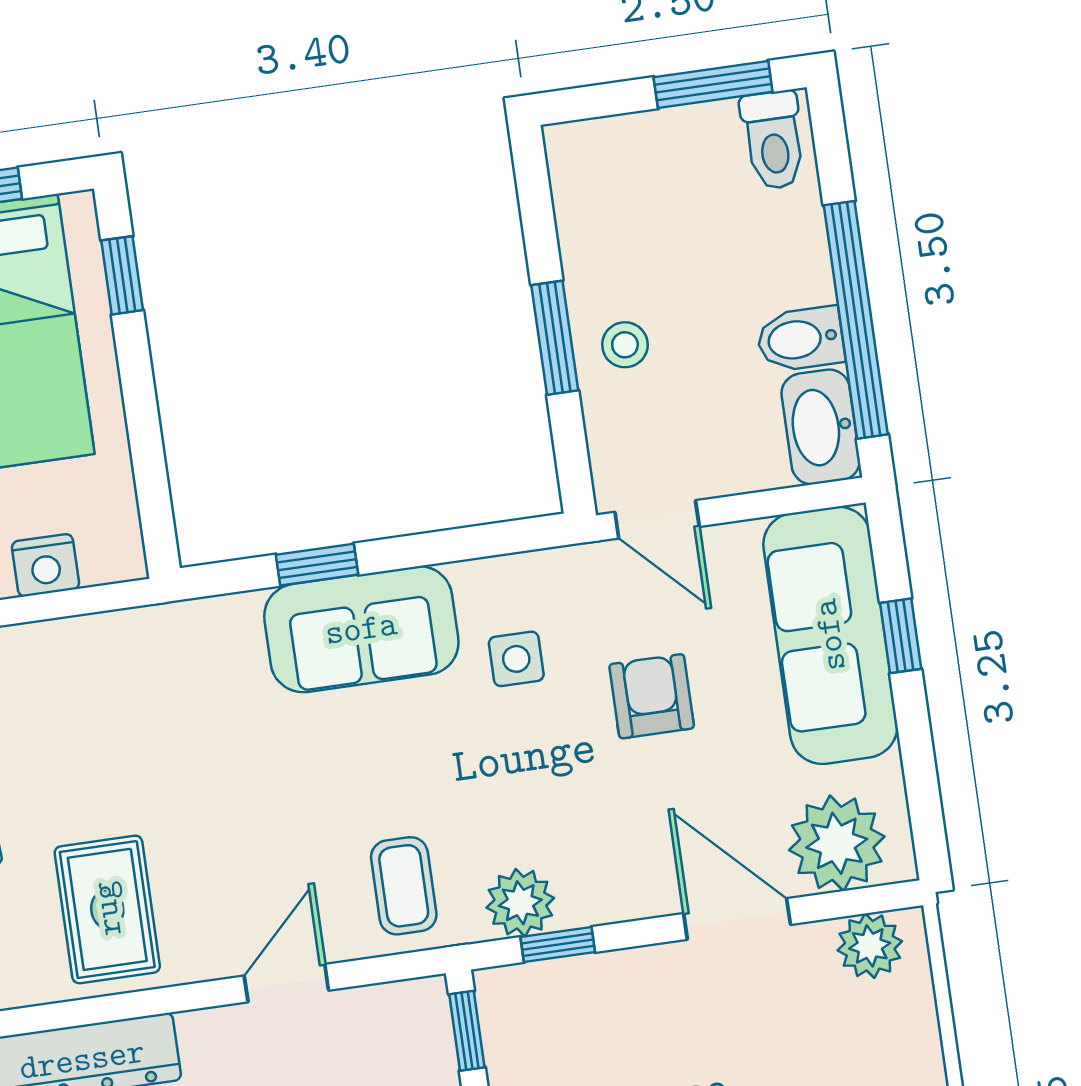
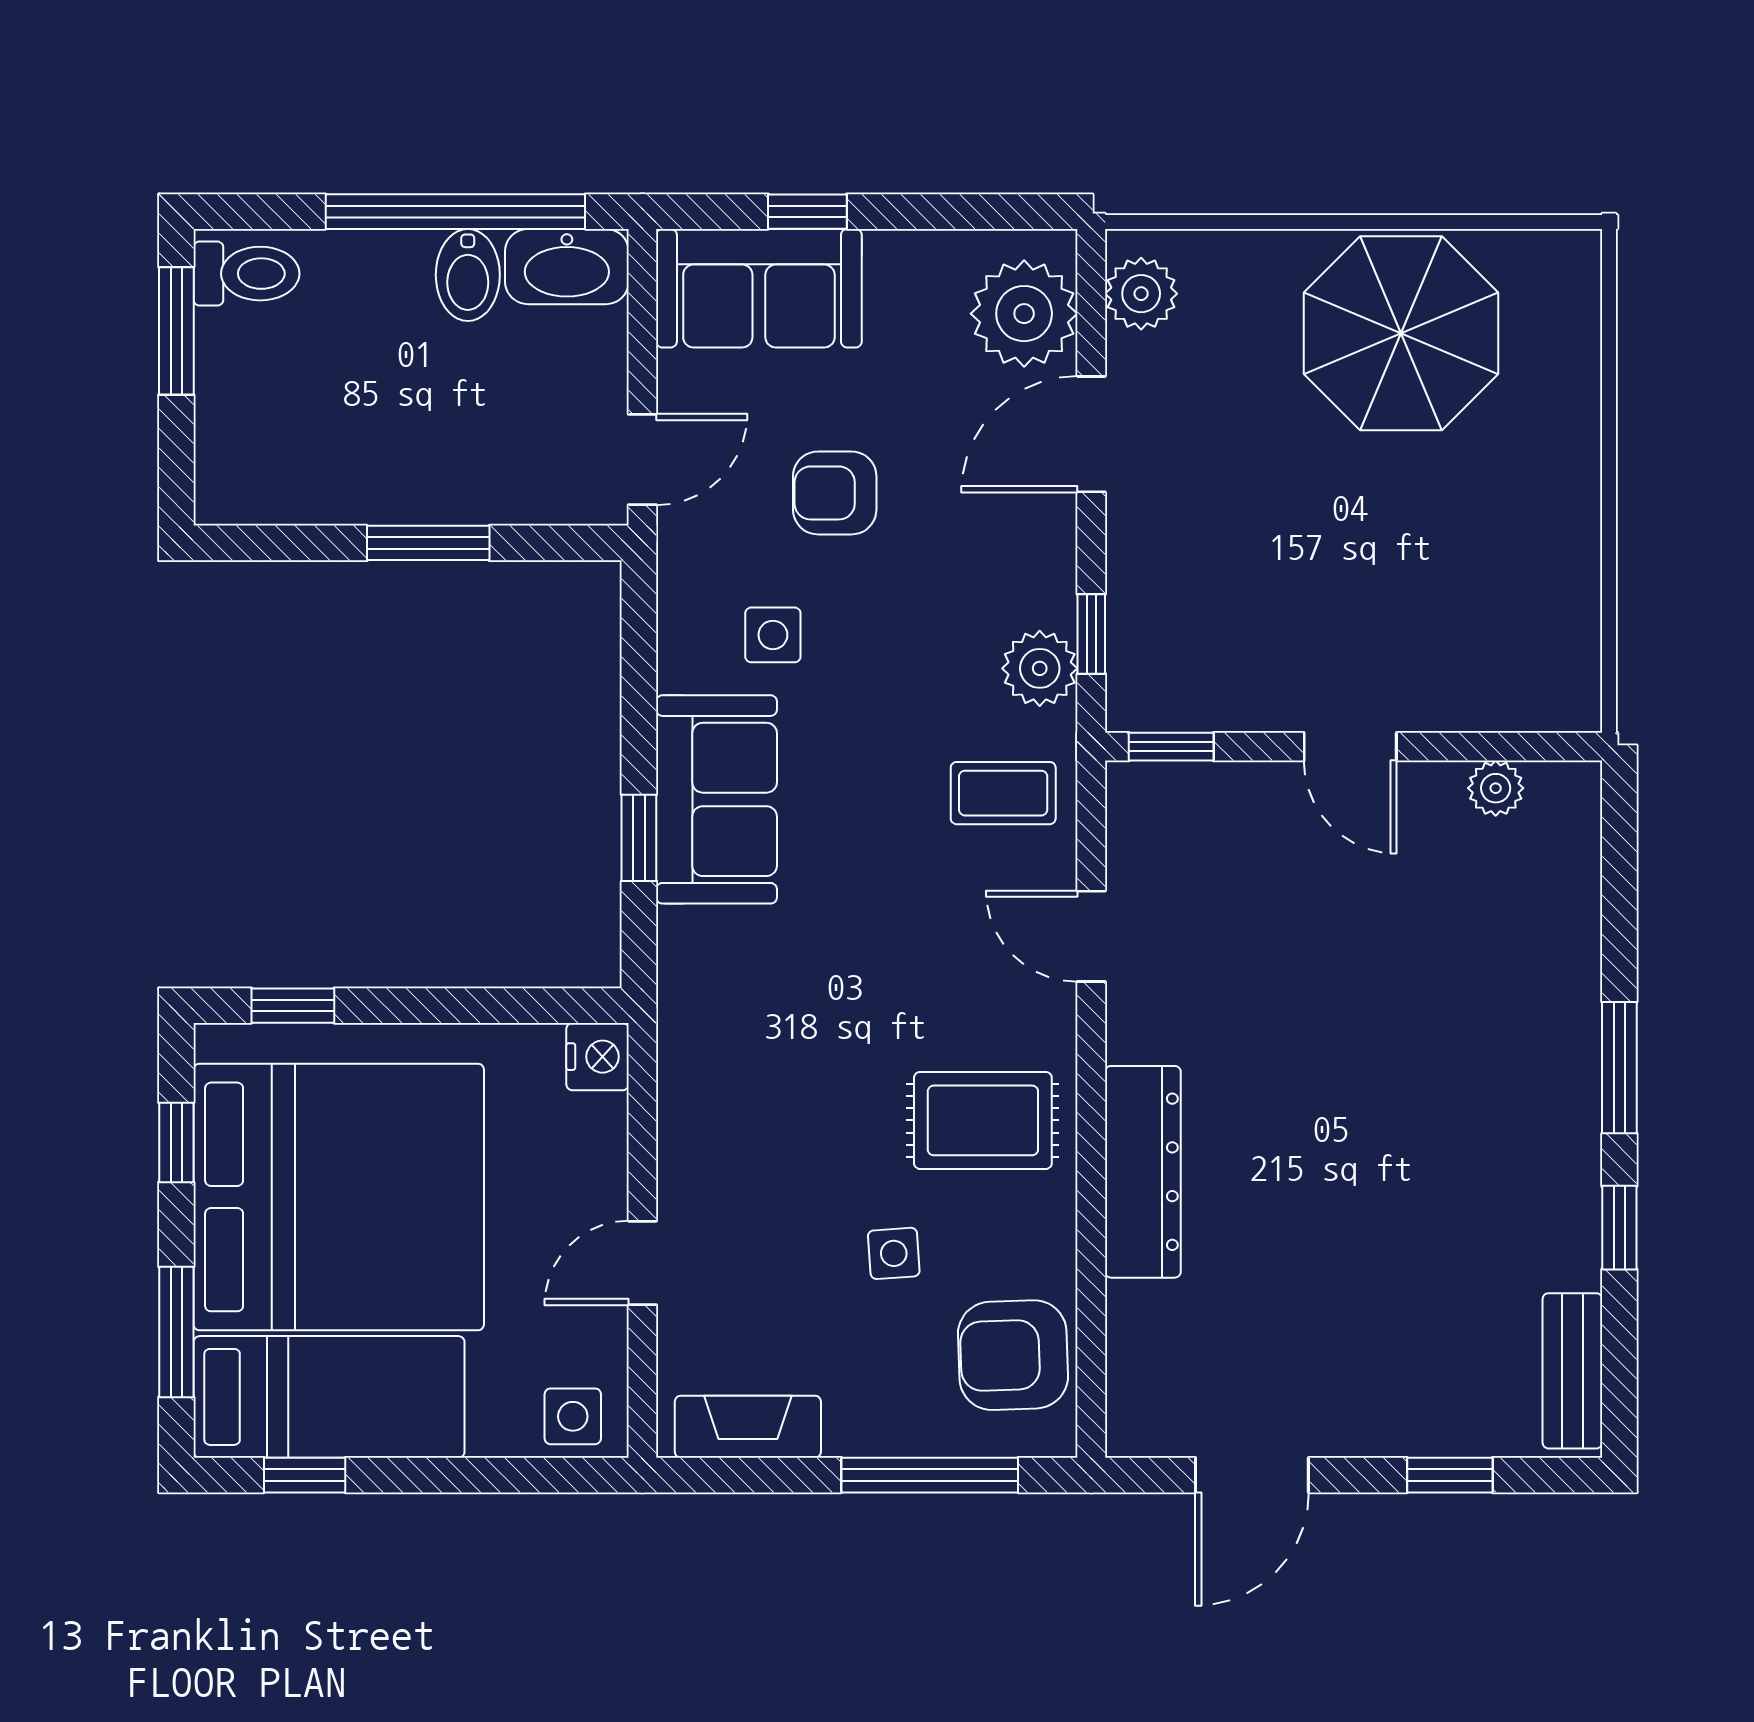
stool: (625, 345) -> (447, 467), removed
nightstand: (45, 565) -> (598, 1057), moved
sofa: (830, 635) -> (759, 288), width x0.73

